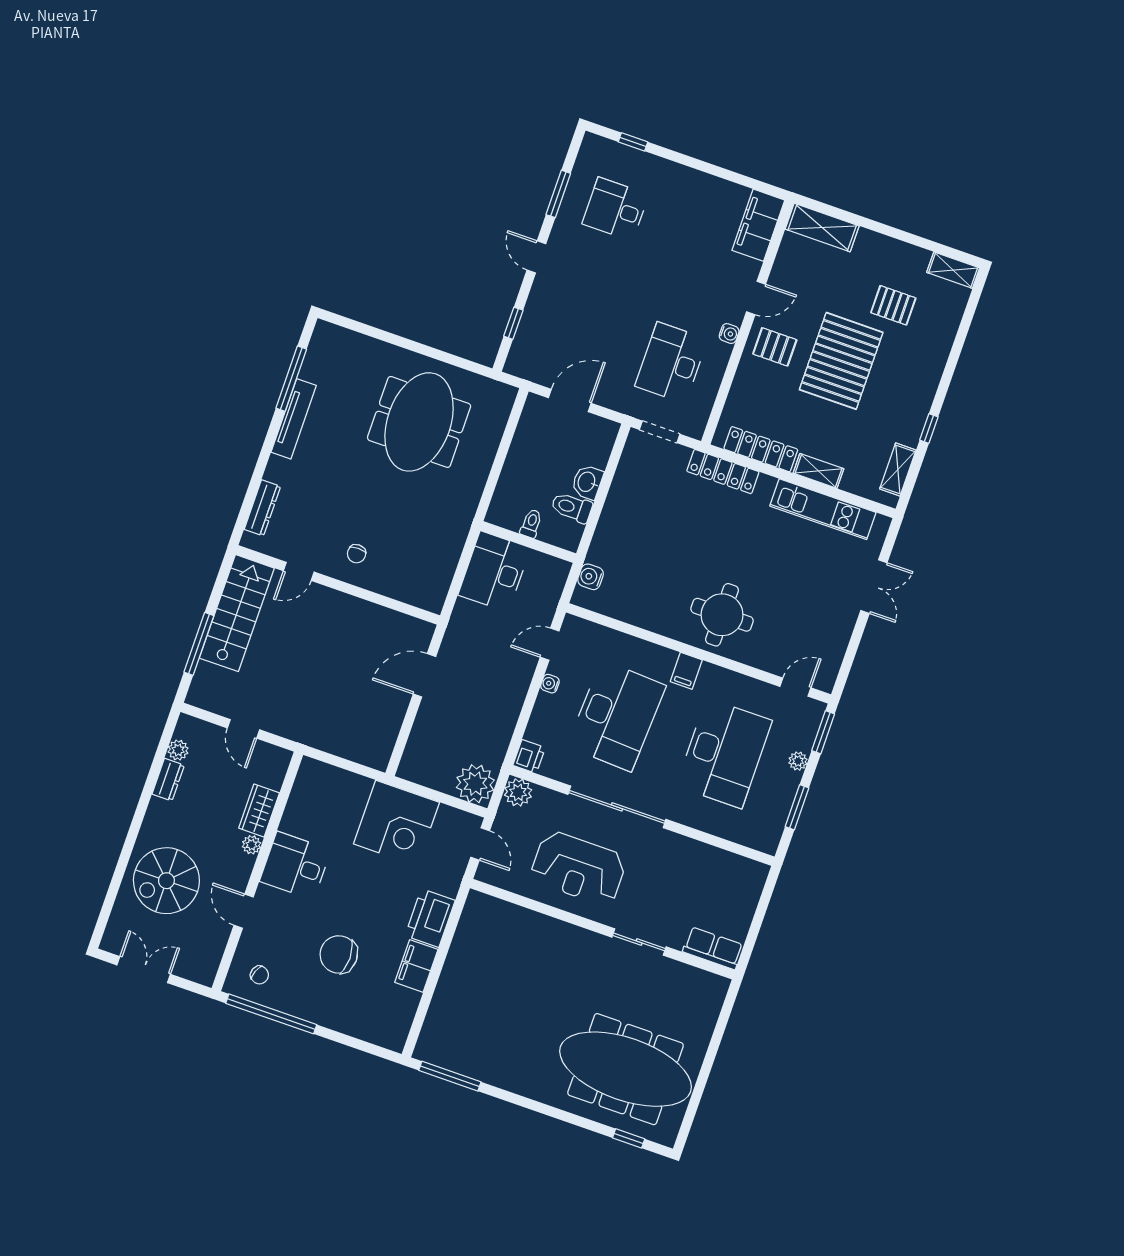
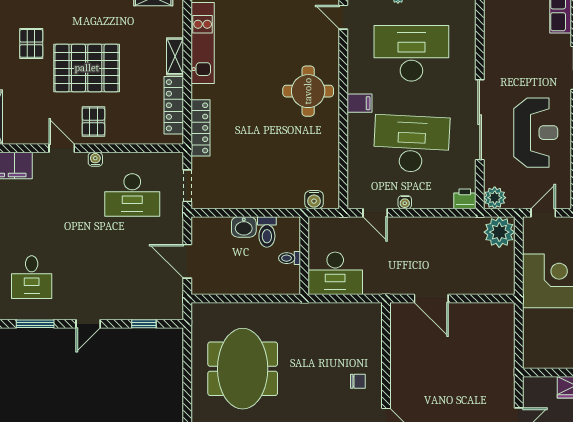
meeting table: (419, 422) -> (243, 369), turned 90

